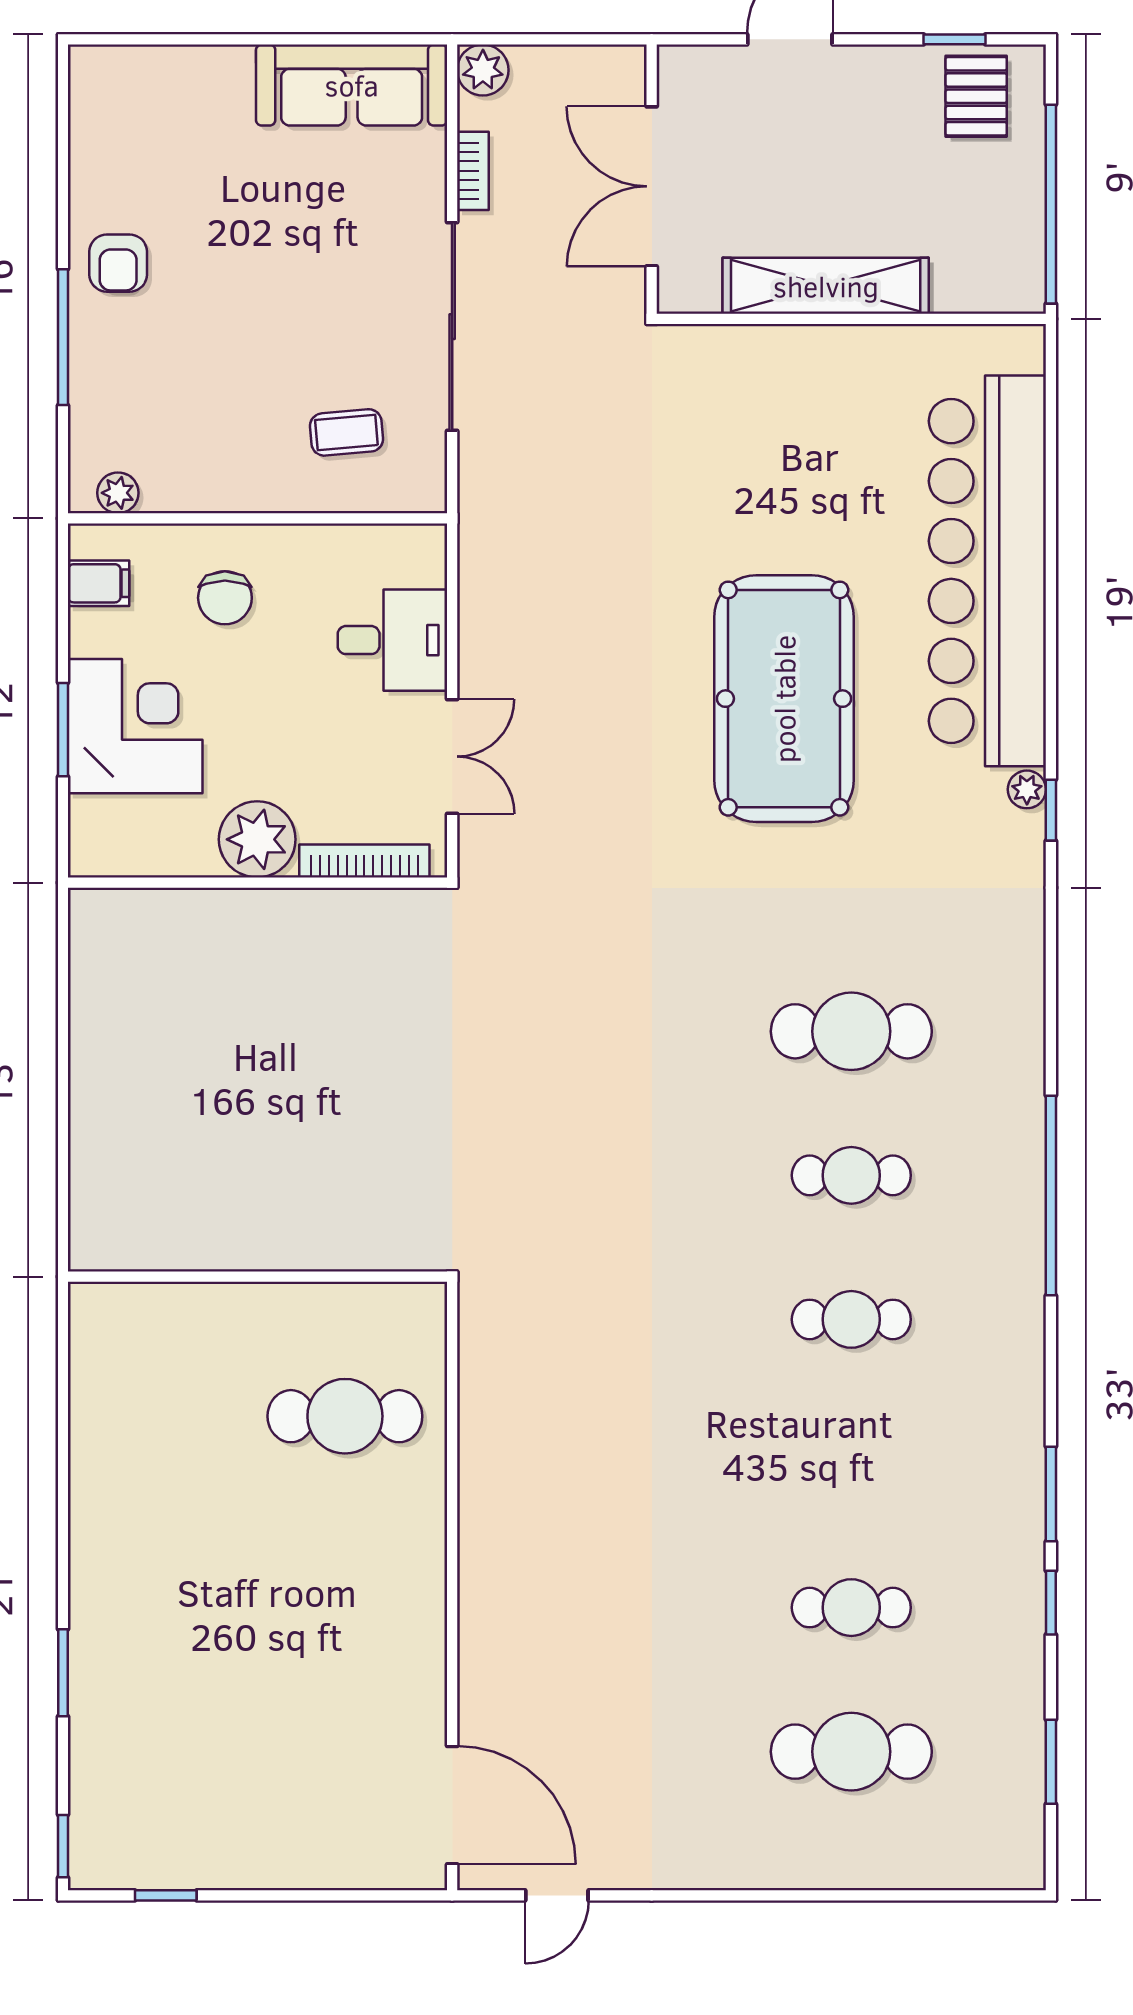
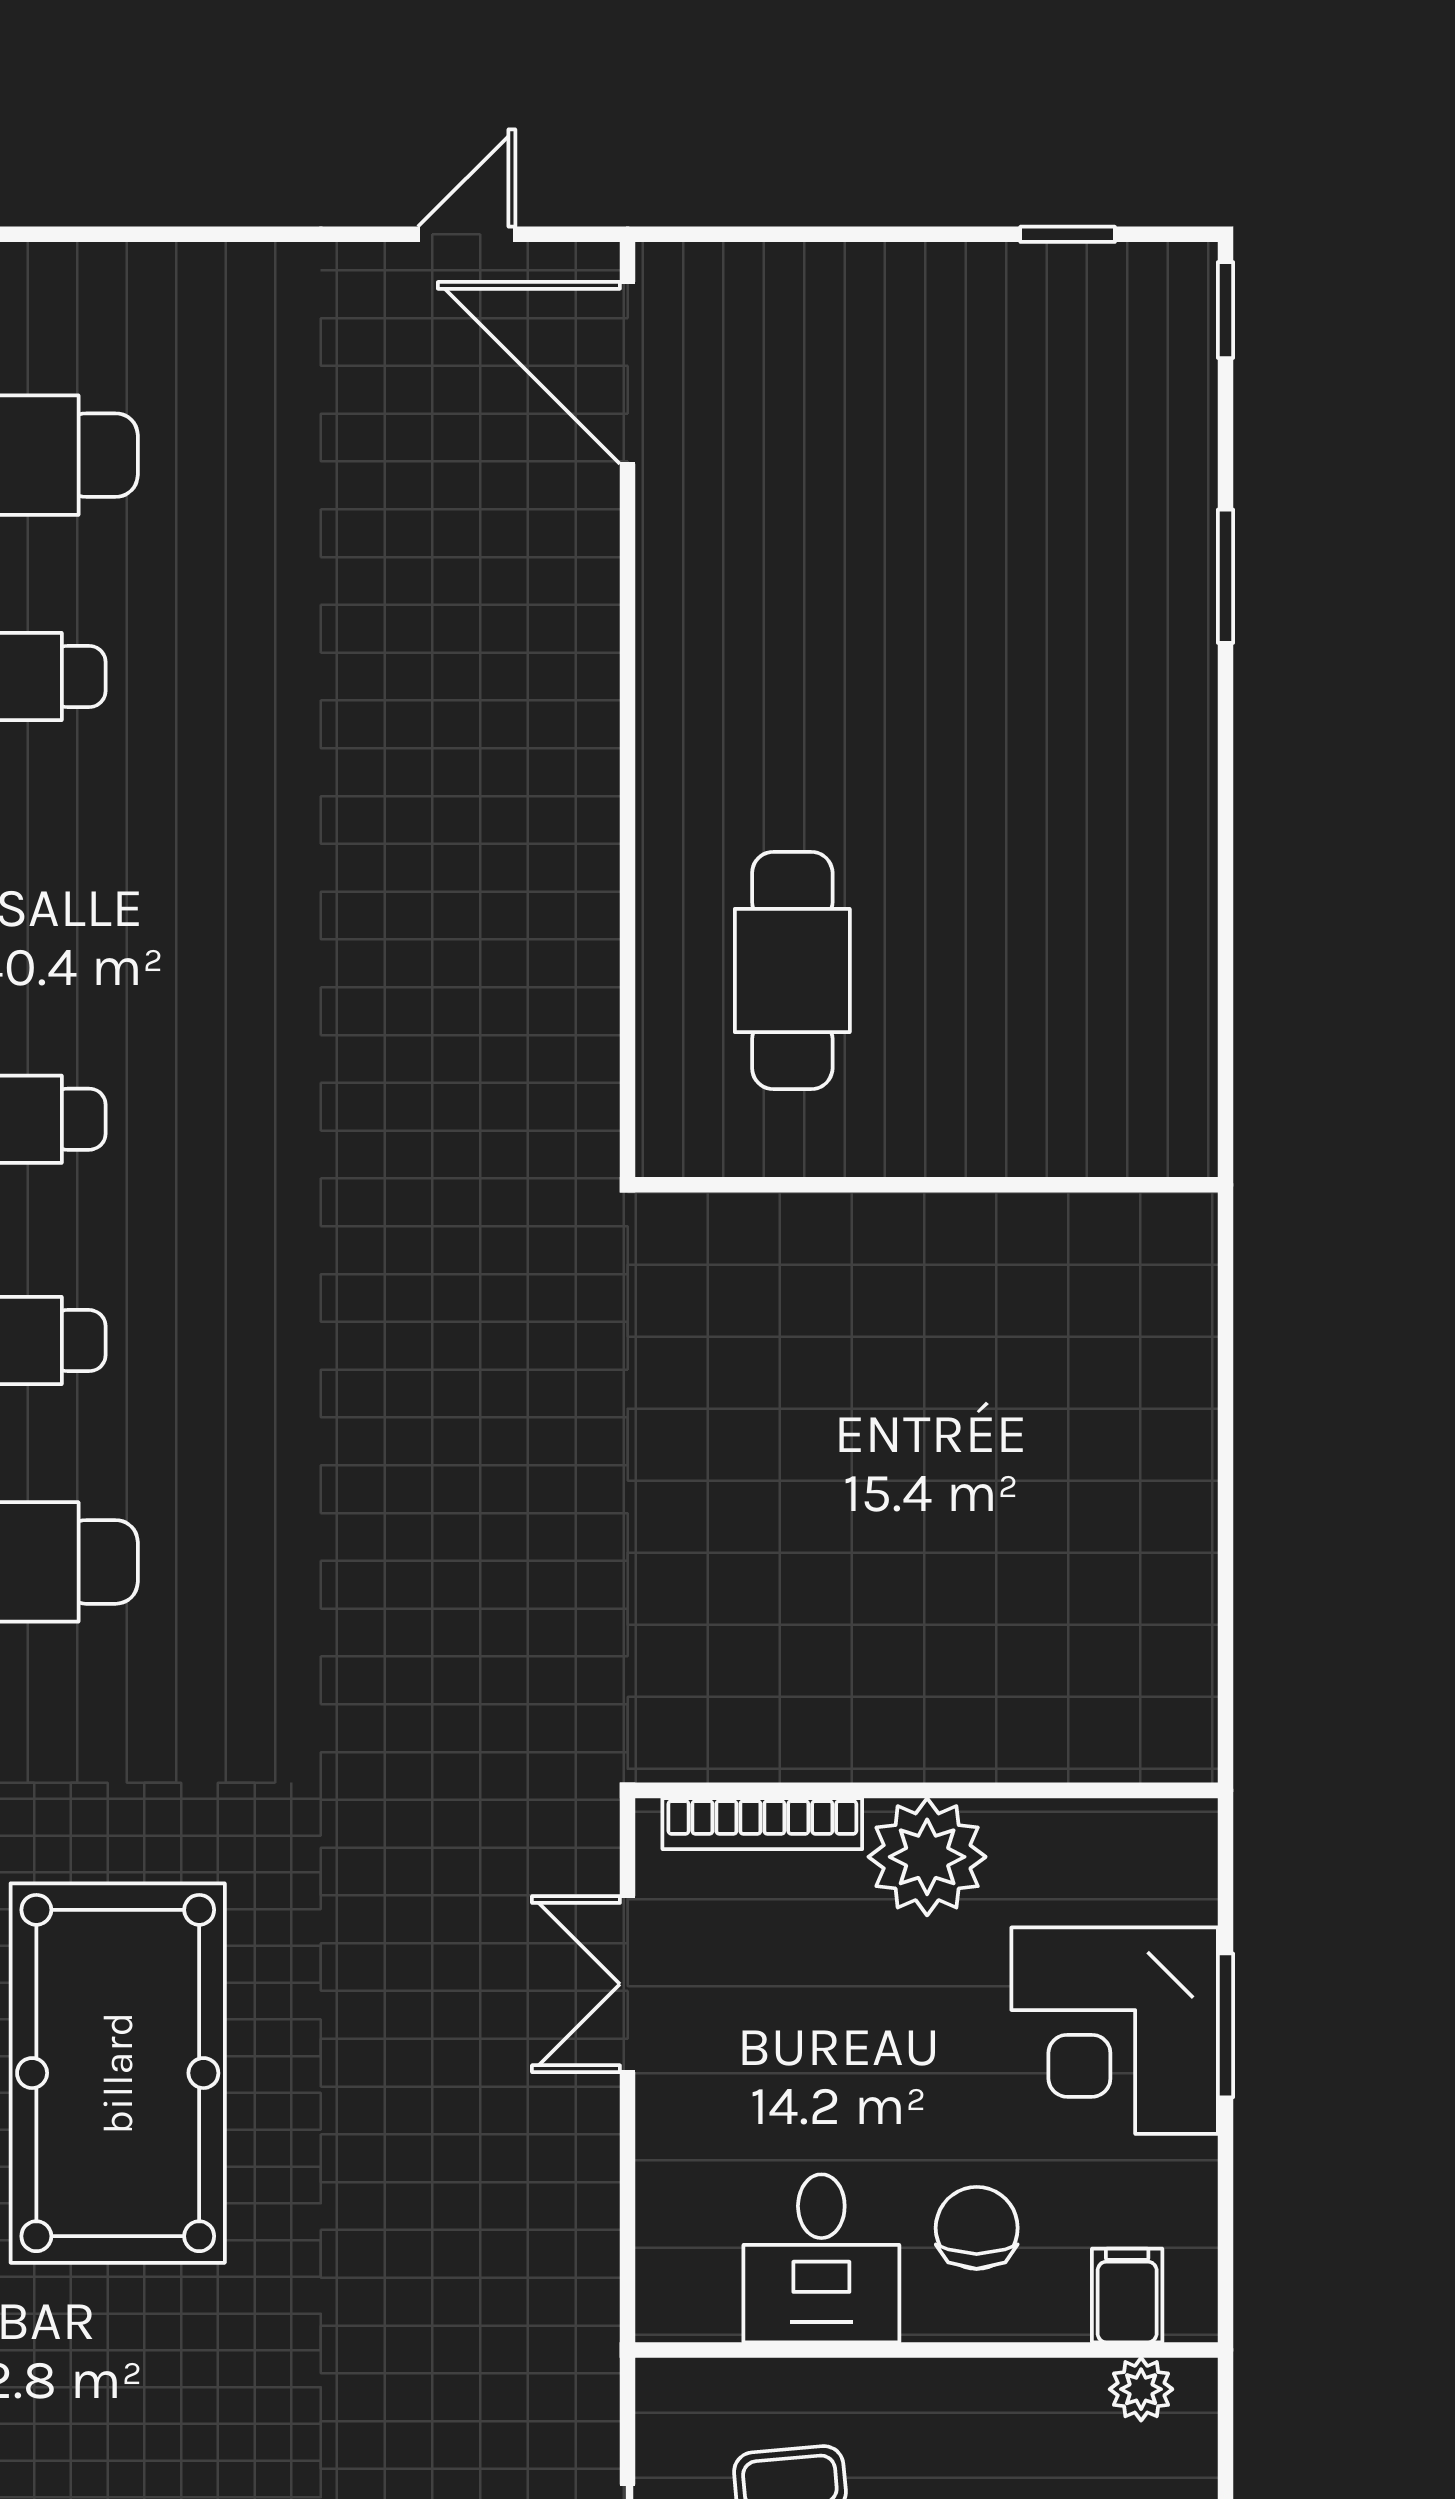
filing cabinet: (99, 583) -> (1127, 2295), moved, turned 90
desk: (392, 640) -> (821, 2258), moved, turned -90
cafe table: (345, 1416) -> (792, 971), turned 90

